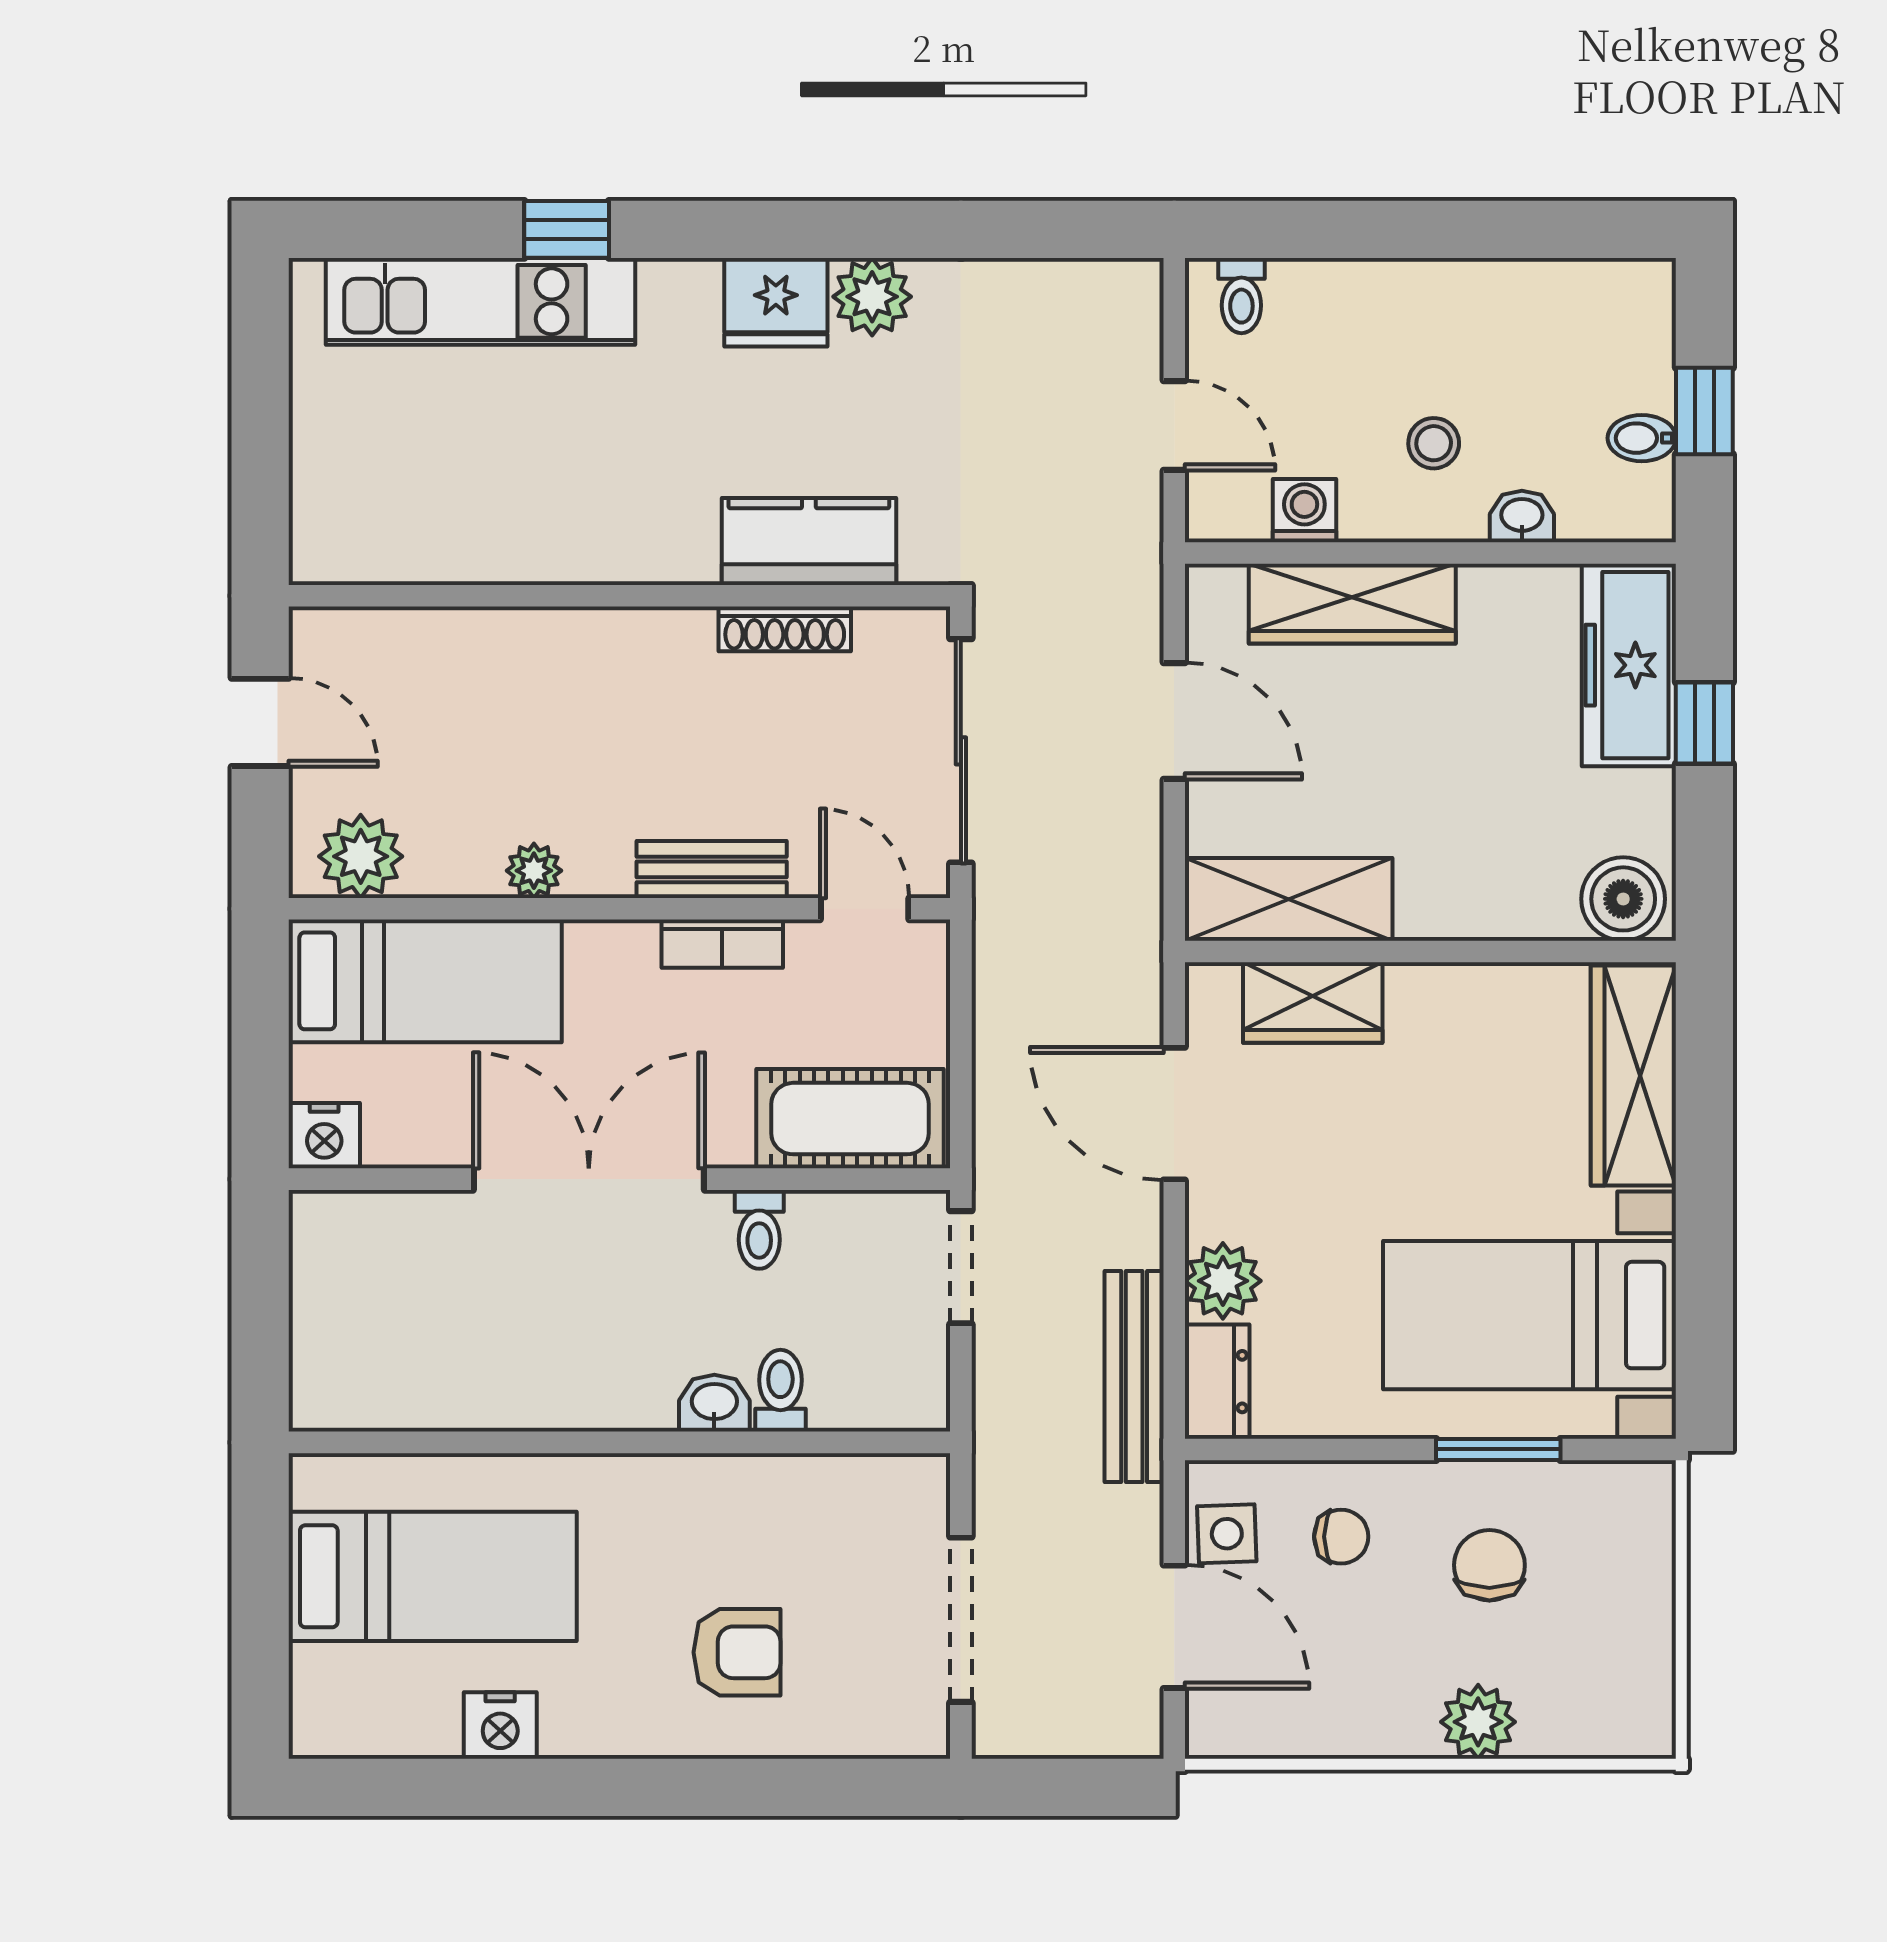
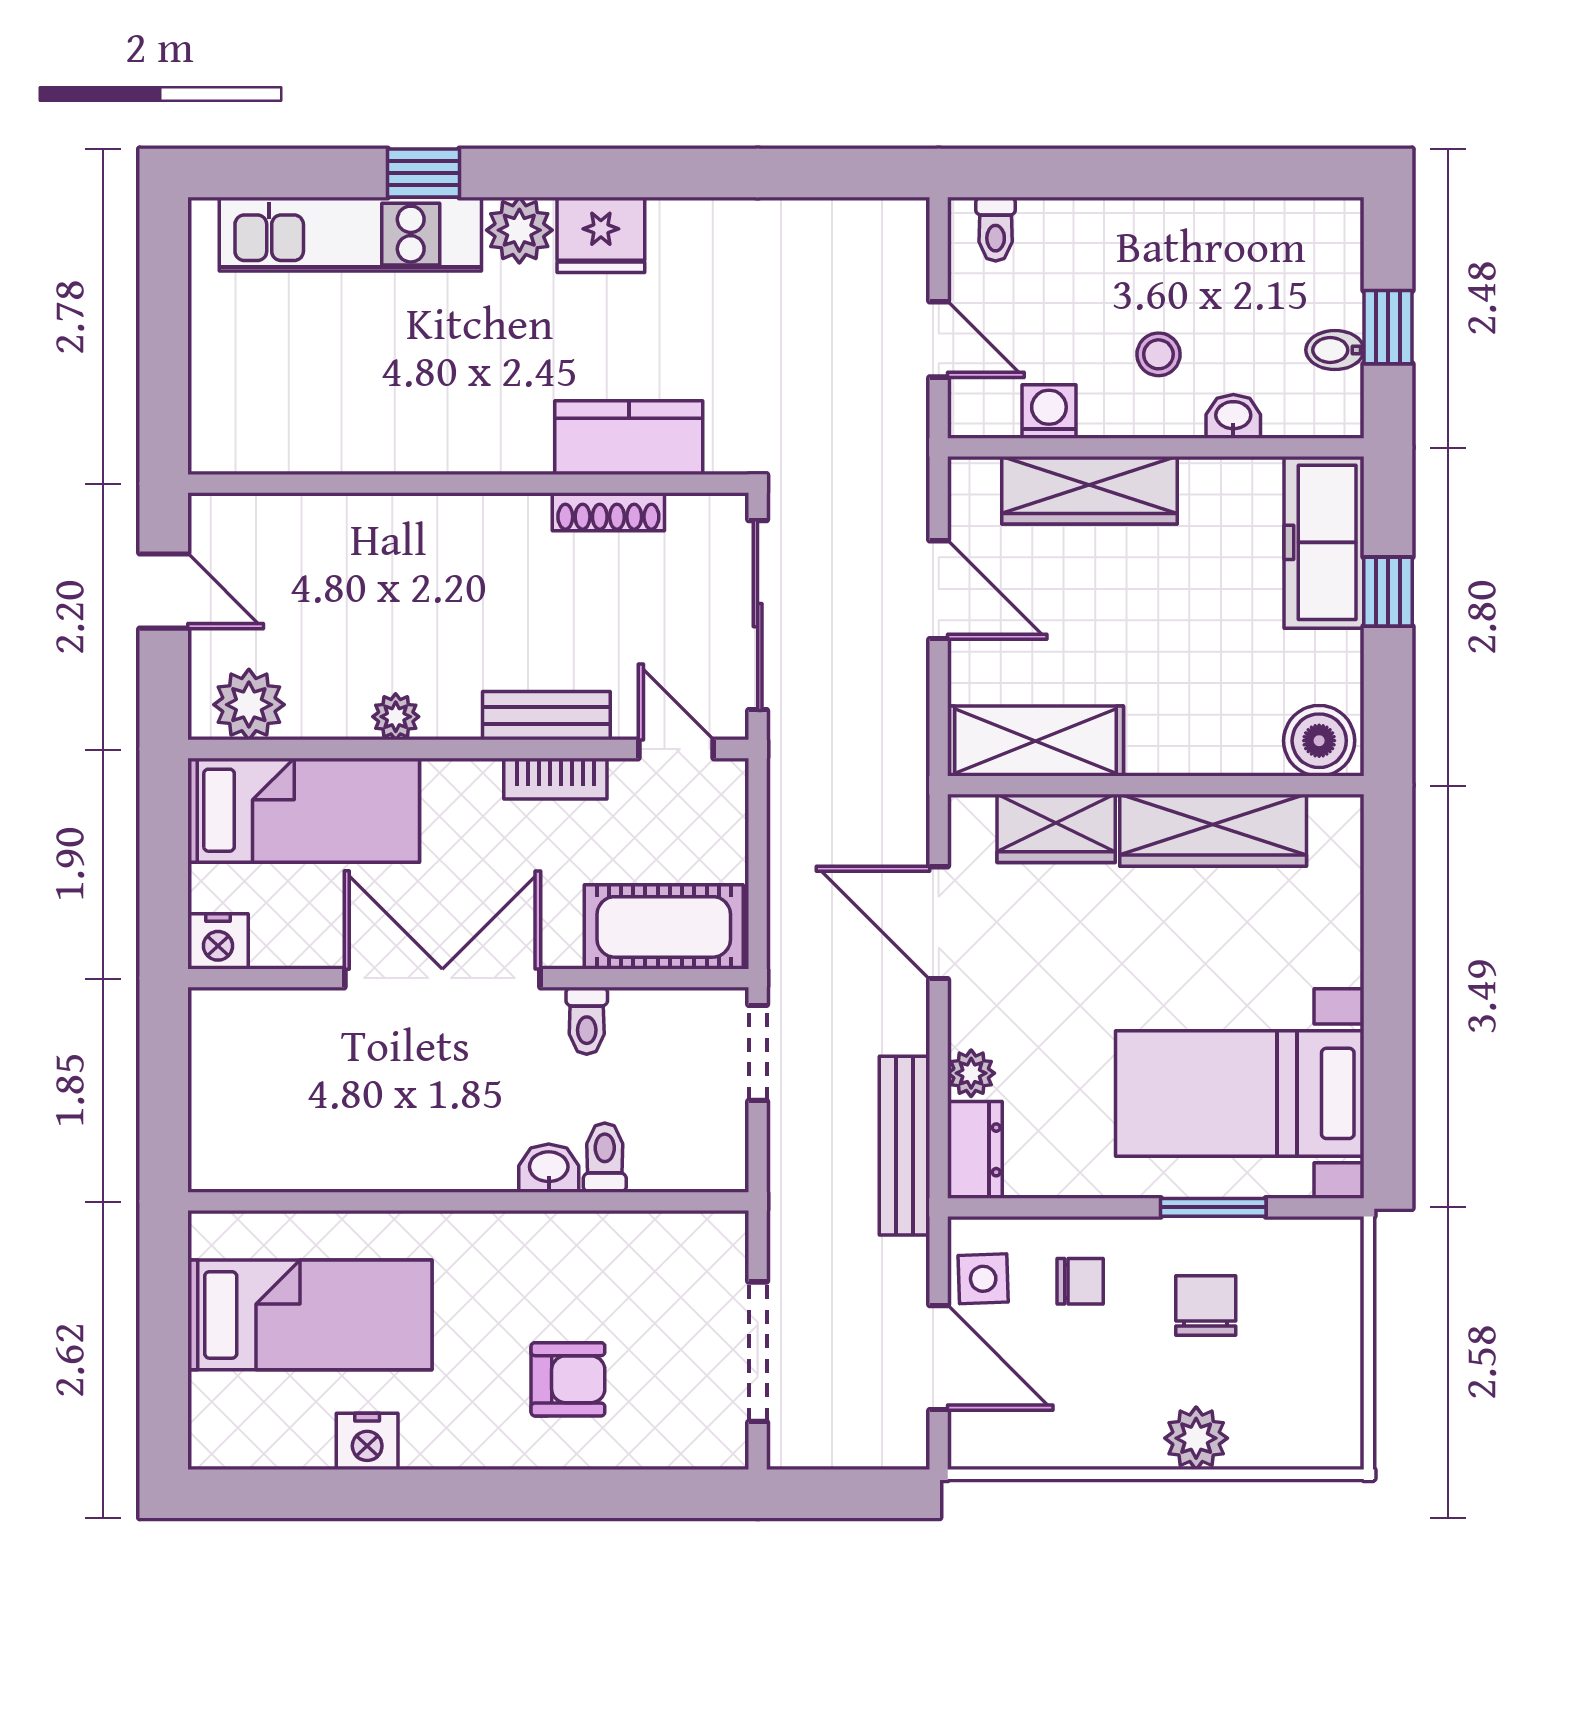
plant: (872, 297) -> (519, 230), moved
wardrobe: (1633, 1076) -> (1213, 830), moved, turned -90
plant: (1223, 1281) -> (971, 1073), width x0.73, depth x0.73

